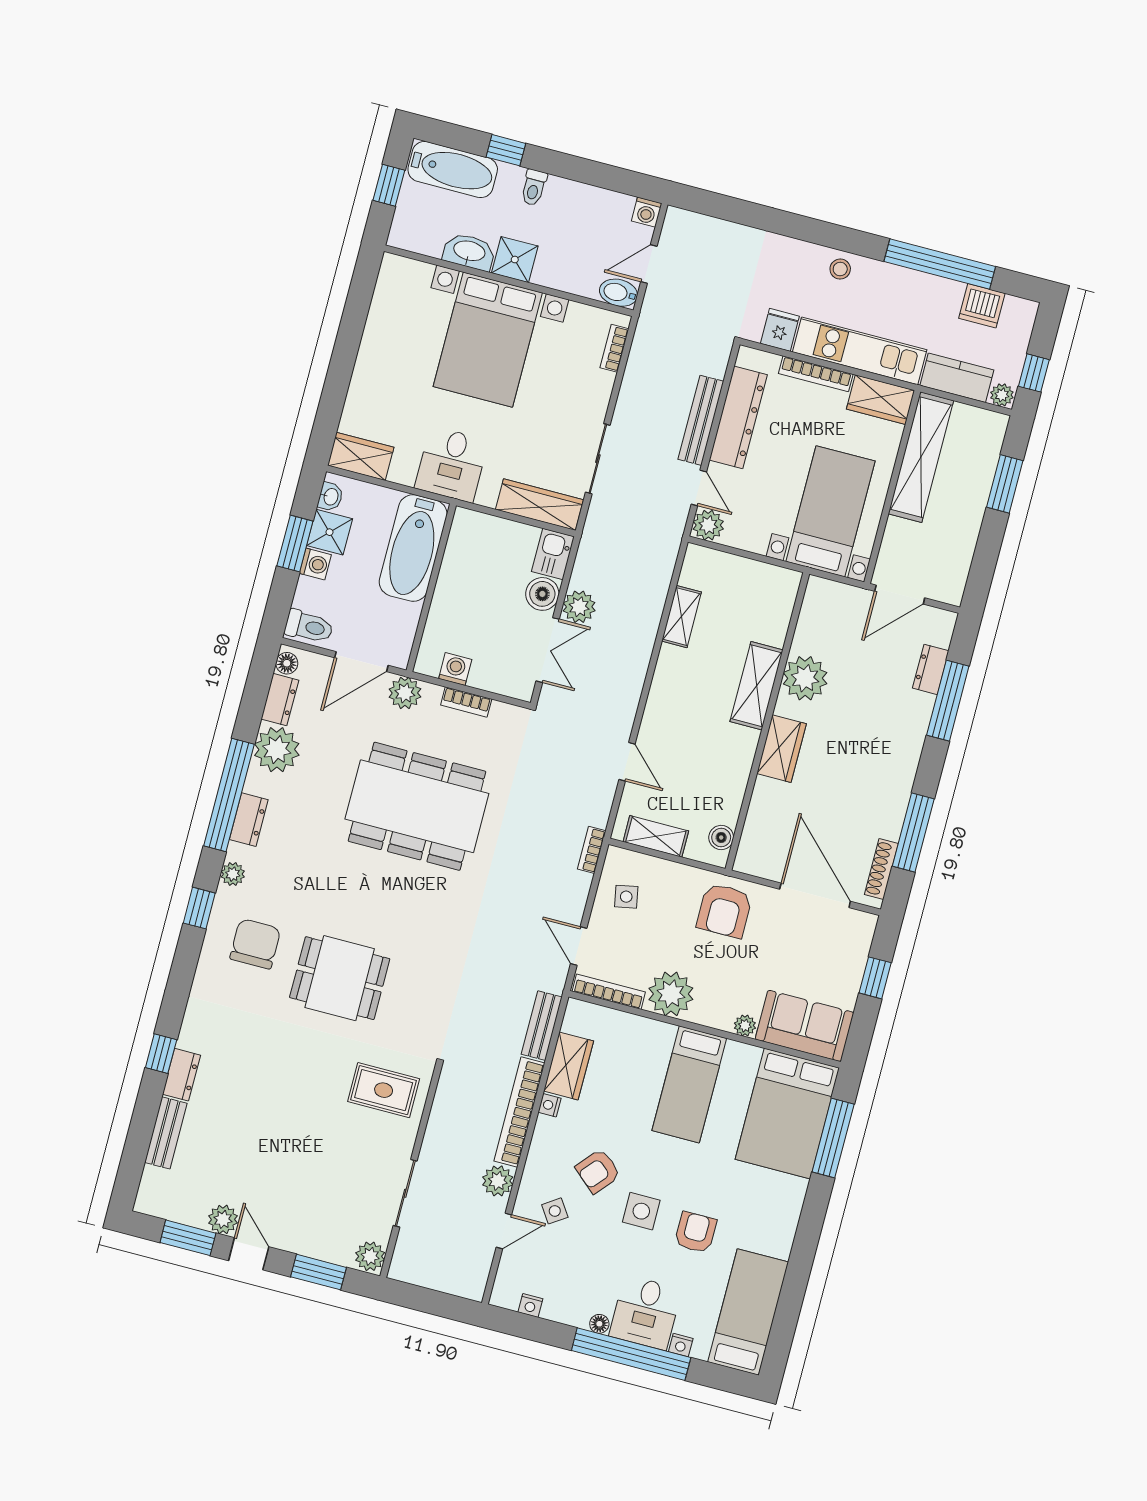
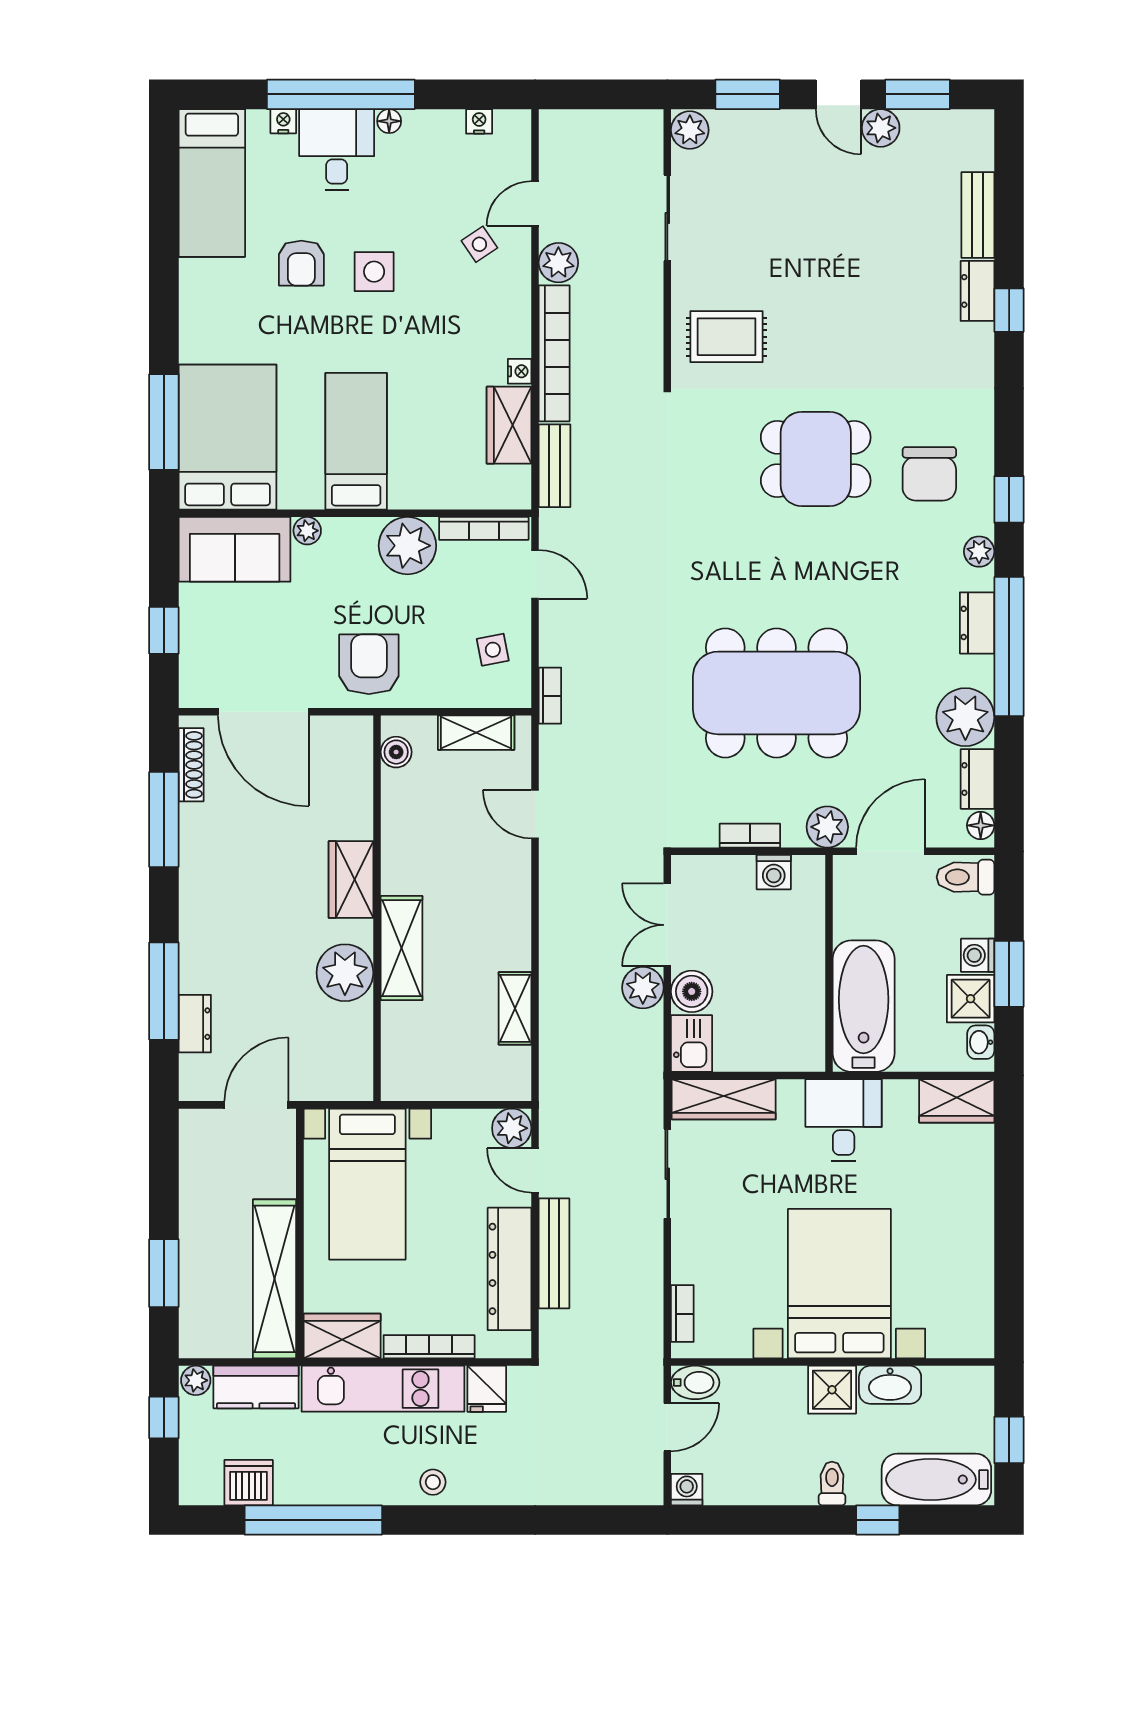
armchair: (598, 1171) -> (440, 307), removed

